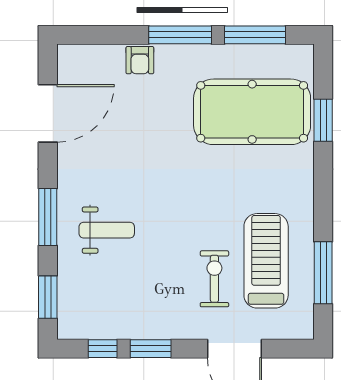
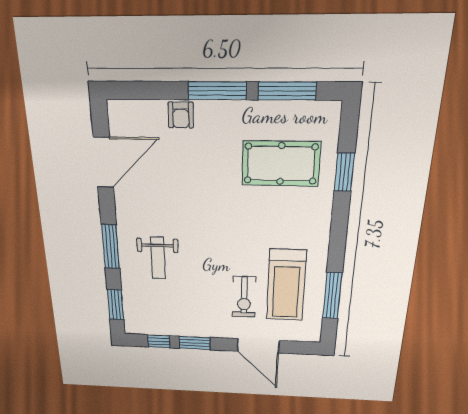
pool table: (252, 112) -> (281, 164), width x0.73, depth x0.76
weight bench: (107, 230) -> (158, 258), turned 90
treadmill: (266, 261) -> (286, 285), turned 180
exercise bike: (214, 279) -> (244, 297), turned 180

